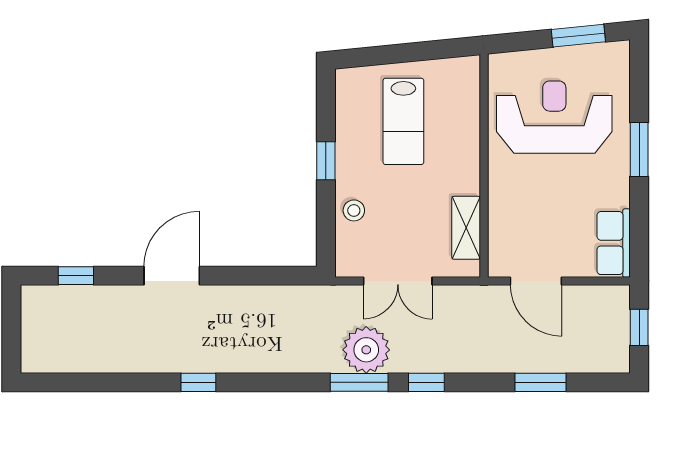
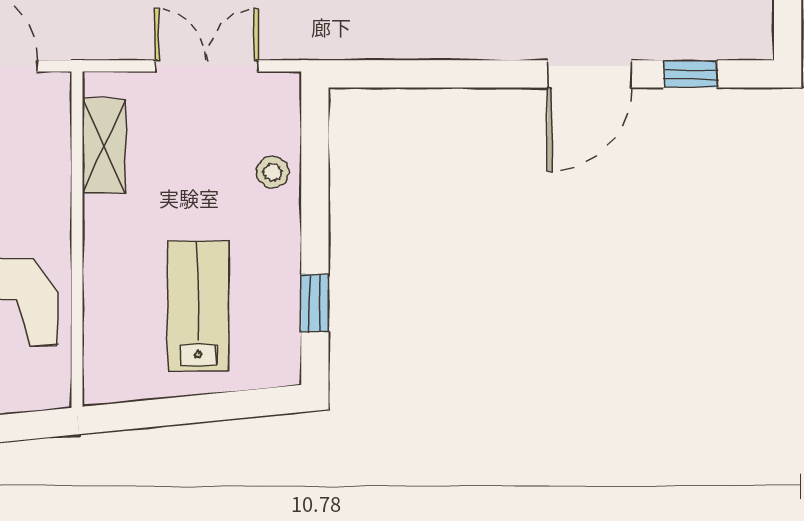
window: (326, 161) -> (315, 303), moved
door: (172, 276) -> (590, 74), moved

